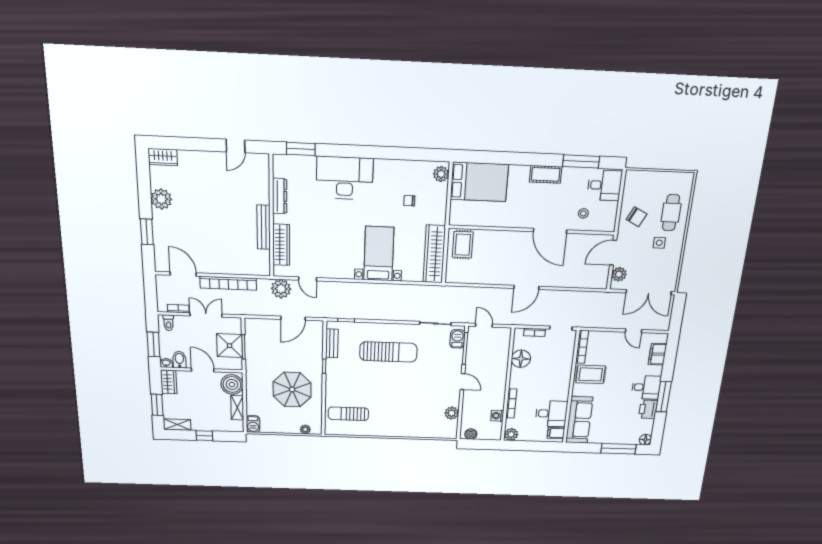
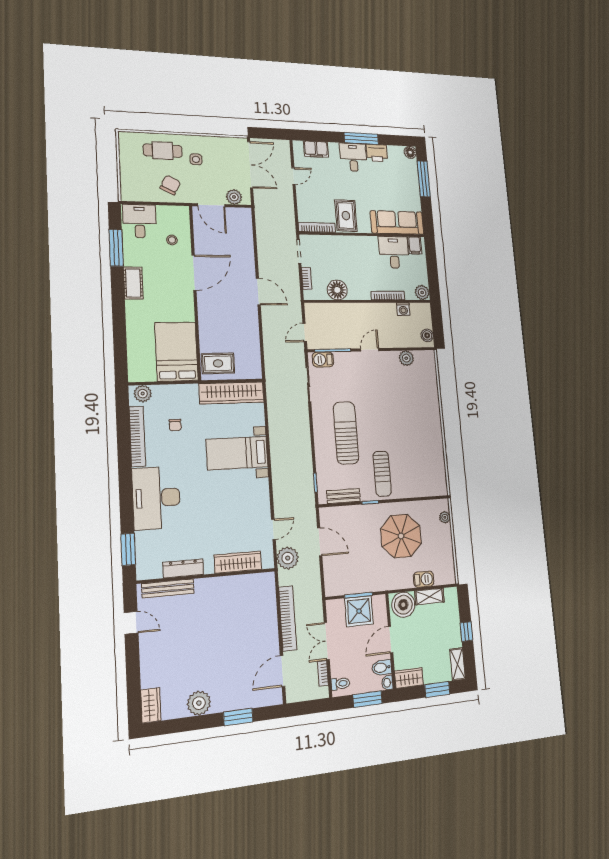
bookcase: (402, 166) -> (137, 436), added
bed: (479, 182) -> (176, 352), moved
bench: (264, 227) -> (168, 588), moved
sun lounger: (348, 414) -> (382, 474), moved
barbecue: (253, 424) -> (424, 579), moved

